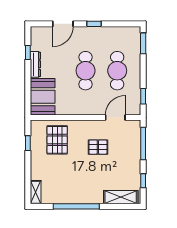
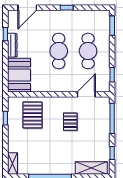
door: (63, 24) -> (27, 8), moved
pallet: (98, 147) -> (70, 122), turned 90

